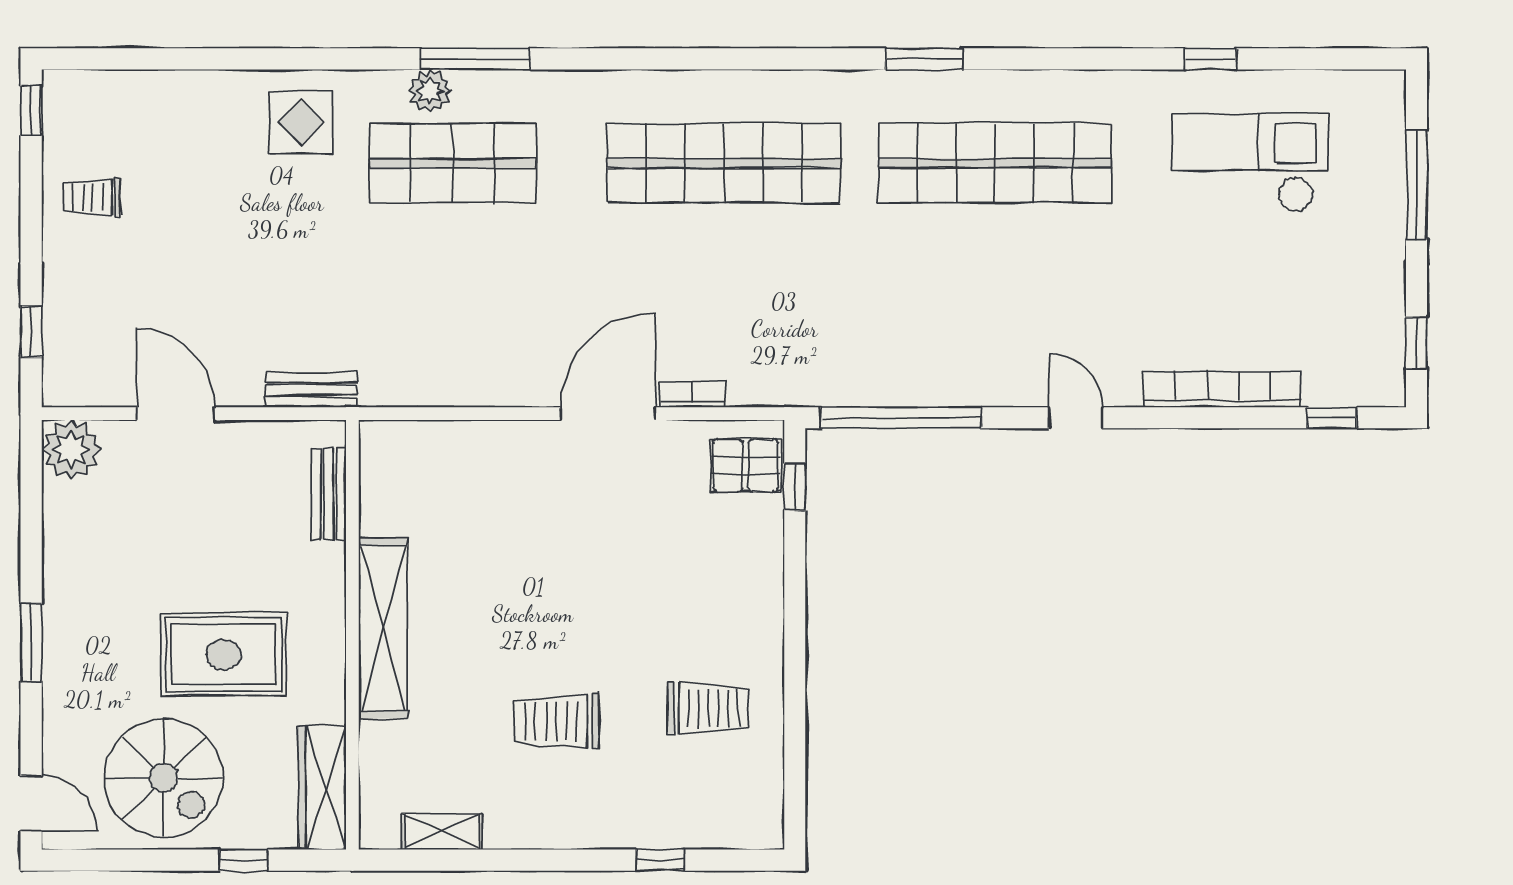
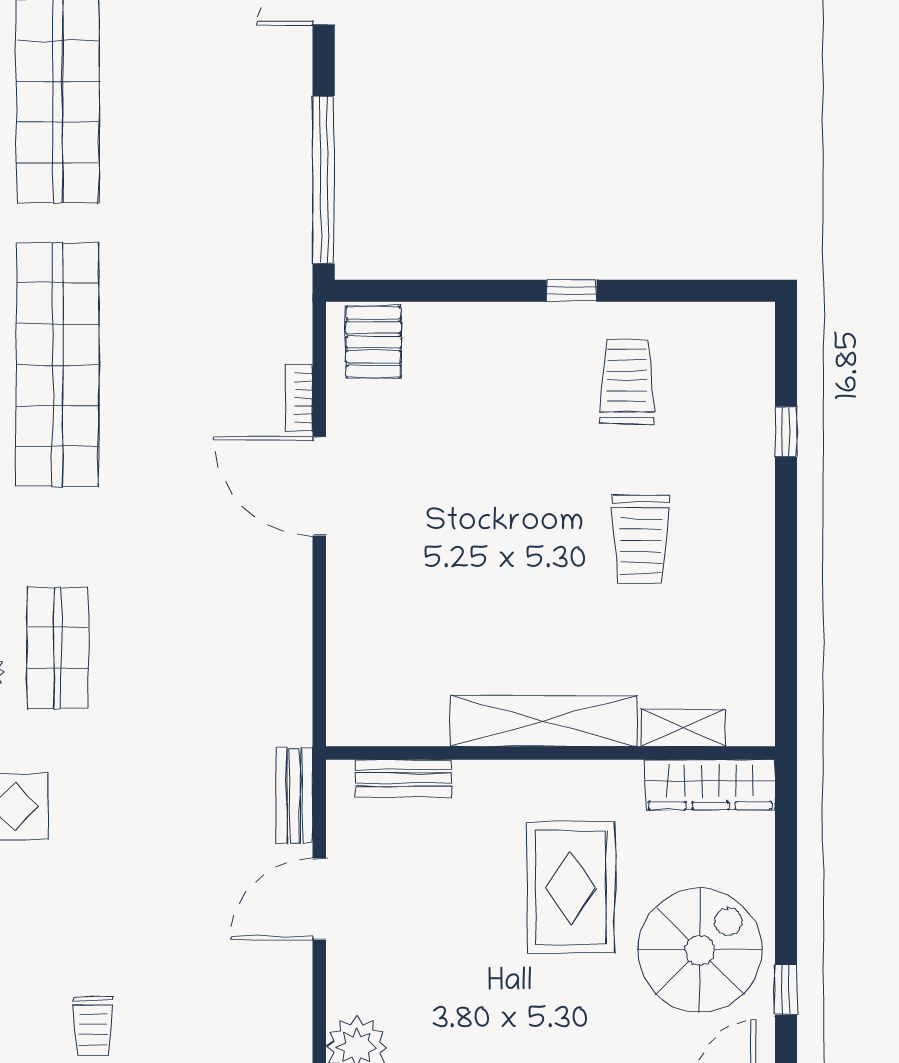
shop shelf: (453, 163) -> (58, 648), width x0.70, depth x0.74
door: (176, 414) -> (319, 899), moved
window: (795, 487) -> (572, 291), moved
shelving: (442, 832) -> (683, 728), moved, turned 90
window: (244, 860) -> (786, 989), moved

